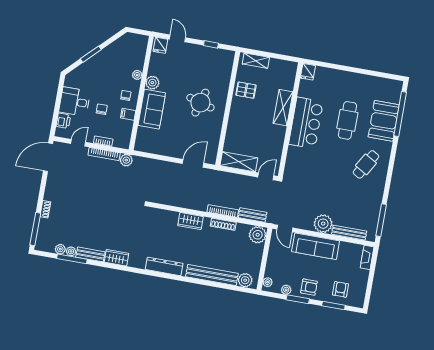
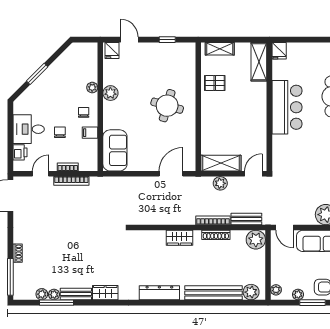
shelving: (283, 108) -> (259, 62), moved
sofa: (152, 109) -> (115, 150), moved
plant: (126, 160) -> (220, 183), moved

